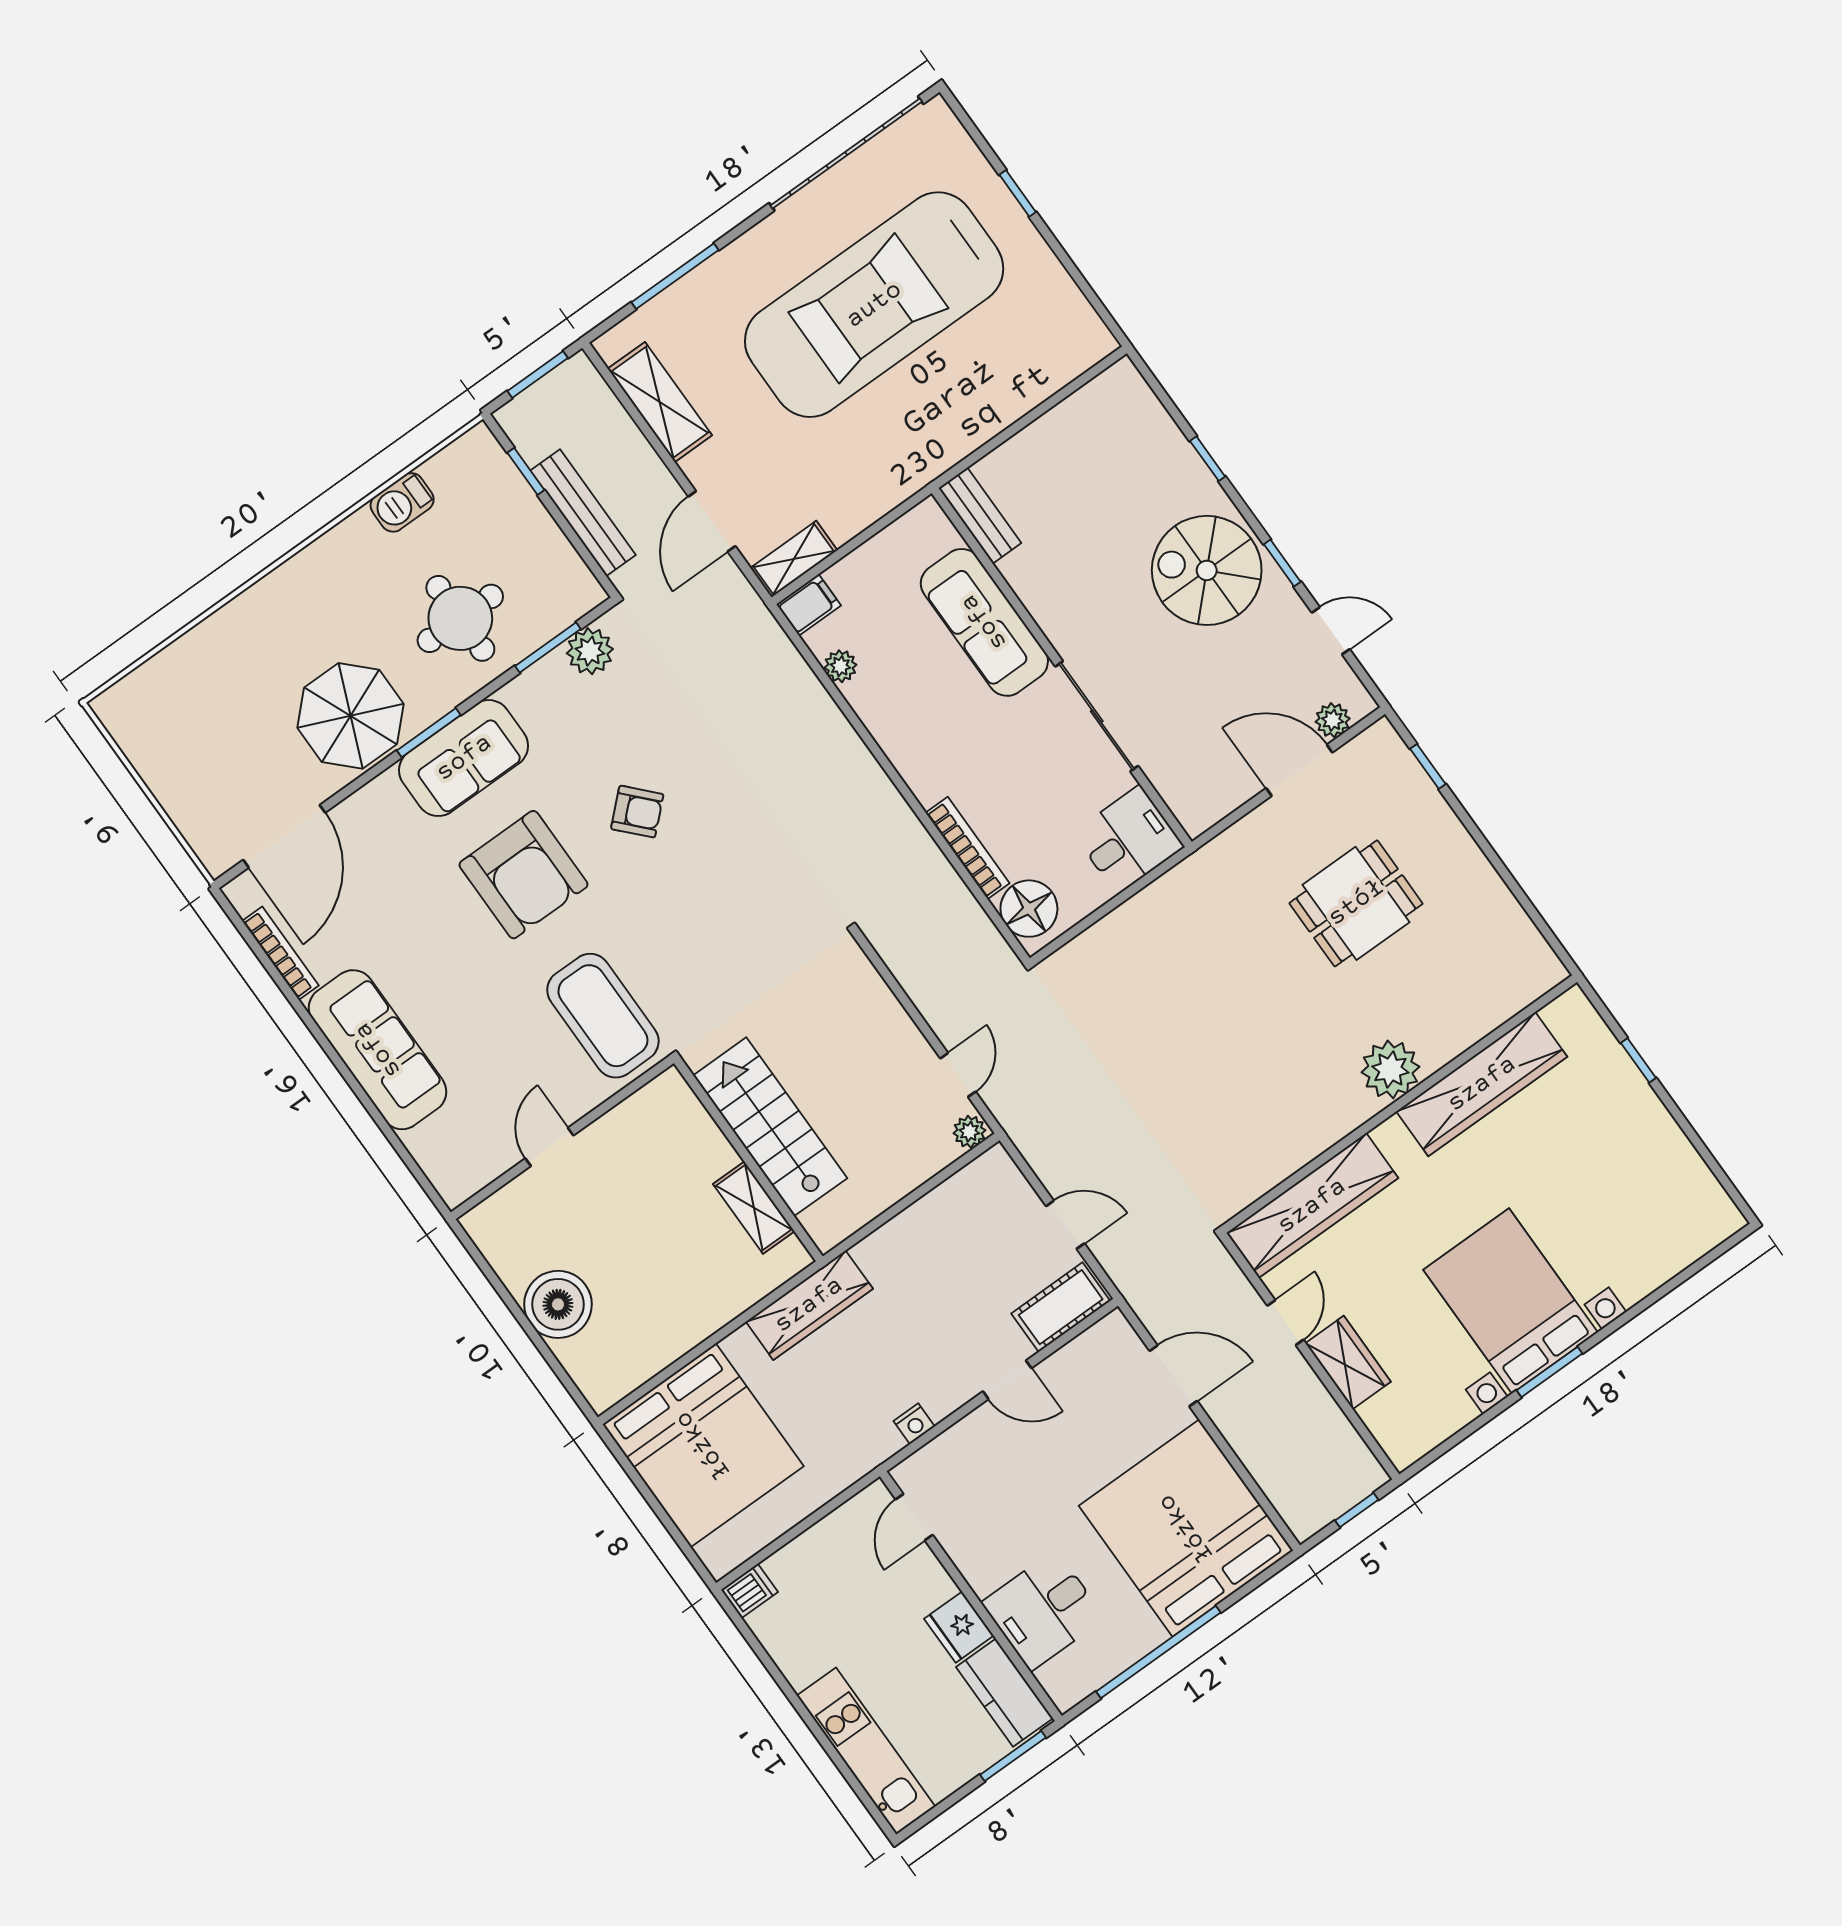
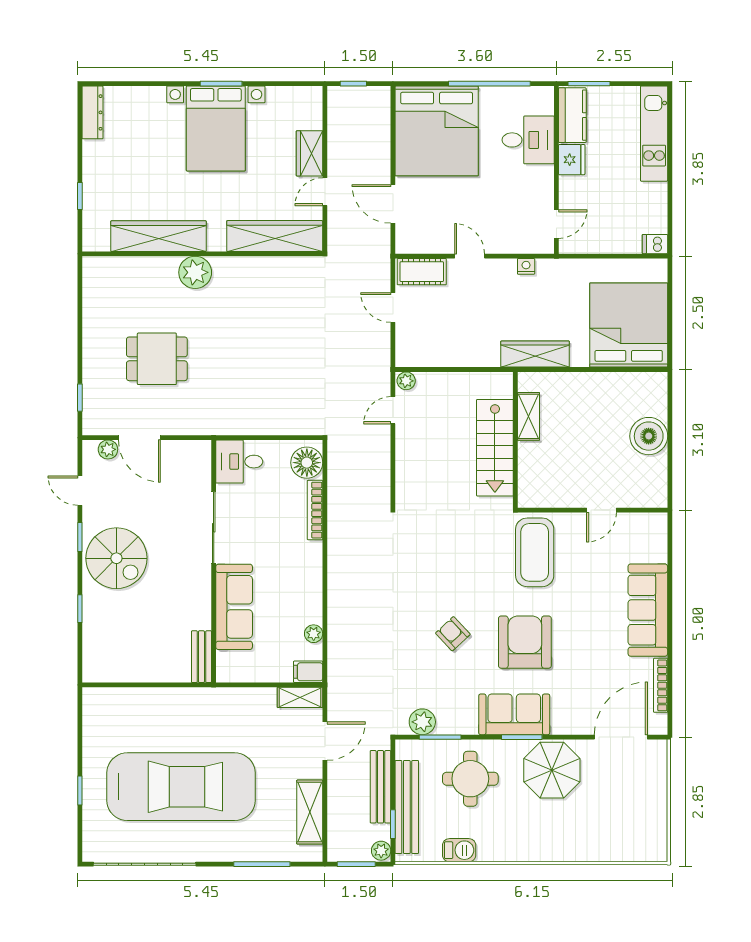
plant: (515, 420) -> (381, 851), added
bench: (523, 511) -> (407, 807), added
dresser: (1707, 1196) -> (92, 112), added

